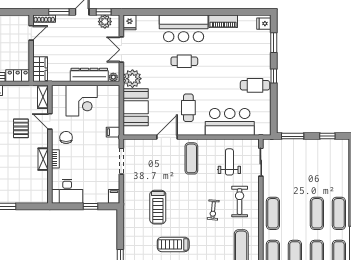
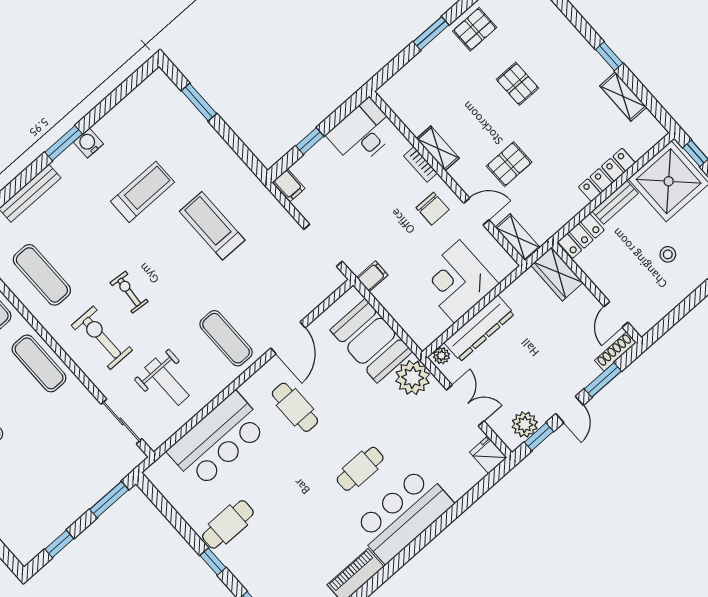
pallet: (21, 128) -> (509, 164), turned 90
exercise bike: (240, 202) -> (102, 338), turned 180

